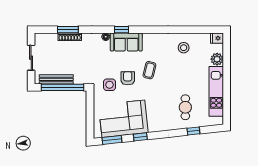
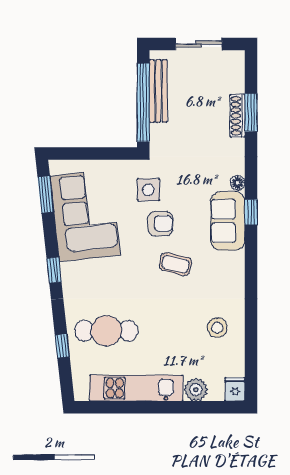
cafe table: (185, 107) -> (106, 331), width x1.37, depth x1.35
window: (140, 137) -> (54, 270), moved

